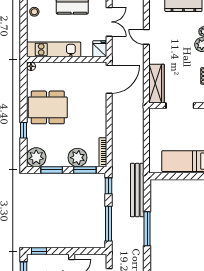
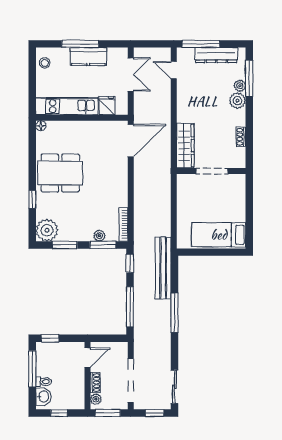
door: (146, 37) -> (174, 70), moved
fridge: (100, 49) -> (107, 106), moved
plant: (77, 158) -> (99, 236), width x0.53, depth x0.53

